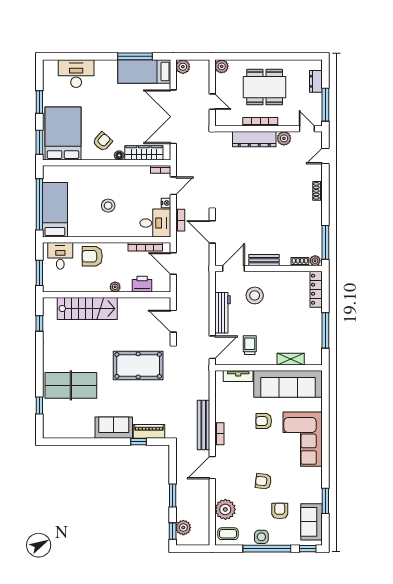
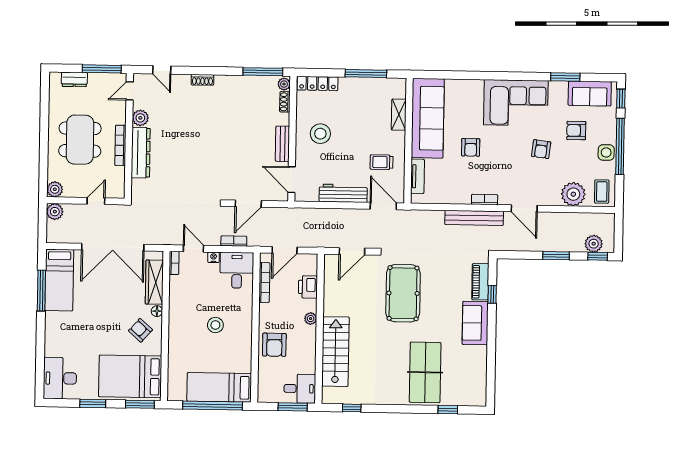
plant: (183, 67) -> (55, 212), moved
desk: (76, 74) -> (60, 378), moved
desk: (60, 256) -> (300, 389), moved, turned 180
stool: (255, 295) -> (320, 134), moved
corner sofa: (303, 439) -> (516, 103), moved

